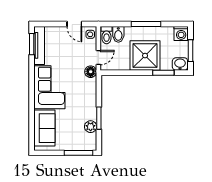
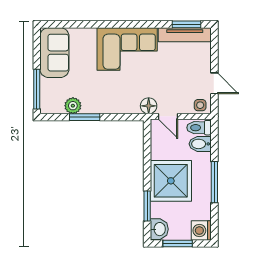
door: (74, 24) -> (214, 83), swing flipped
sofa: (44, 128) -> (54, 53), moved, turned -90

